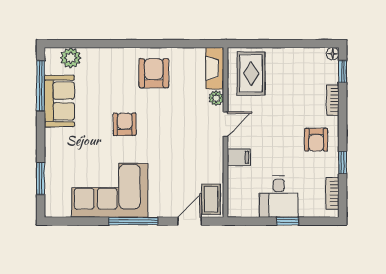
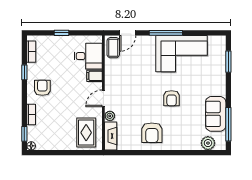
desk: (279, 197) -> (88, 56), moved, turned 90

